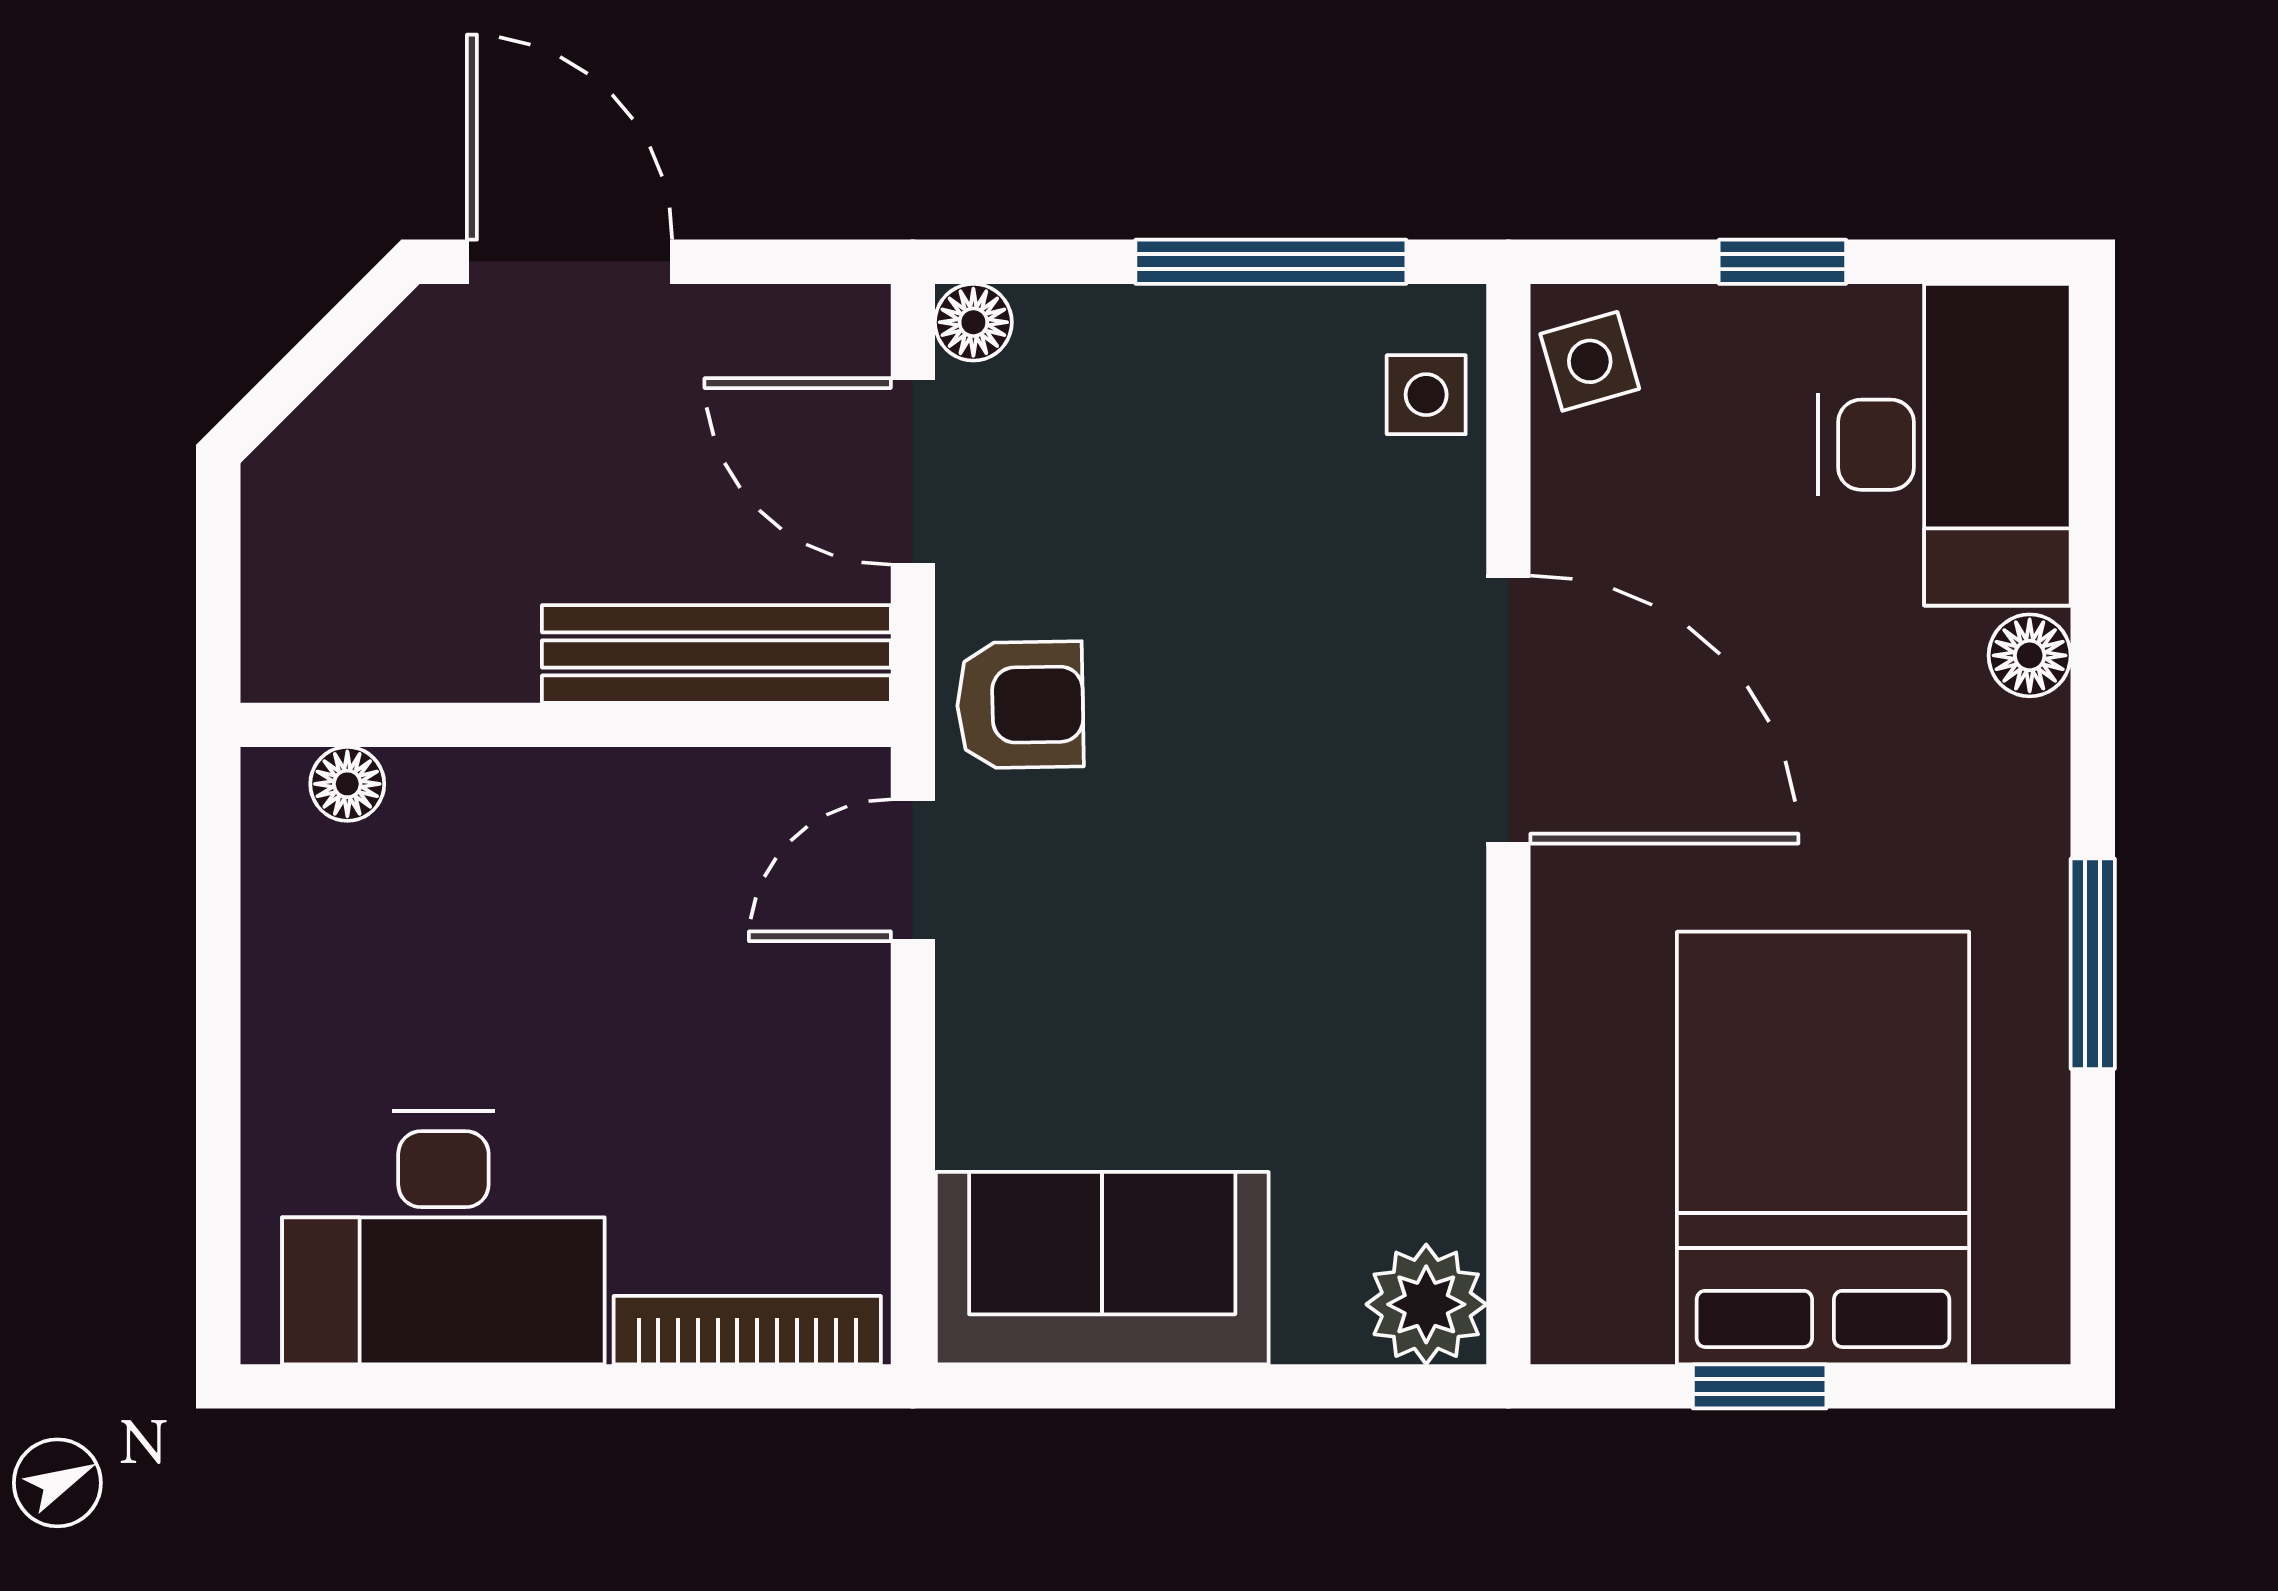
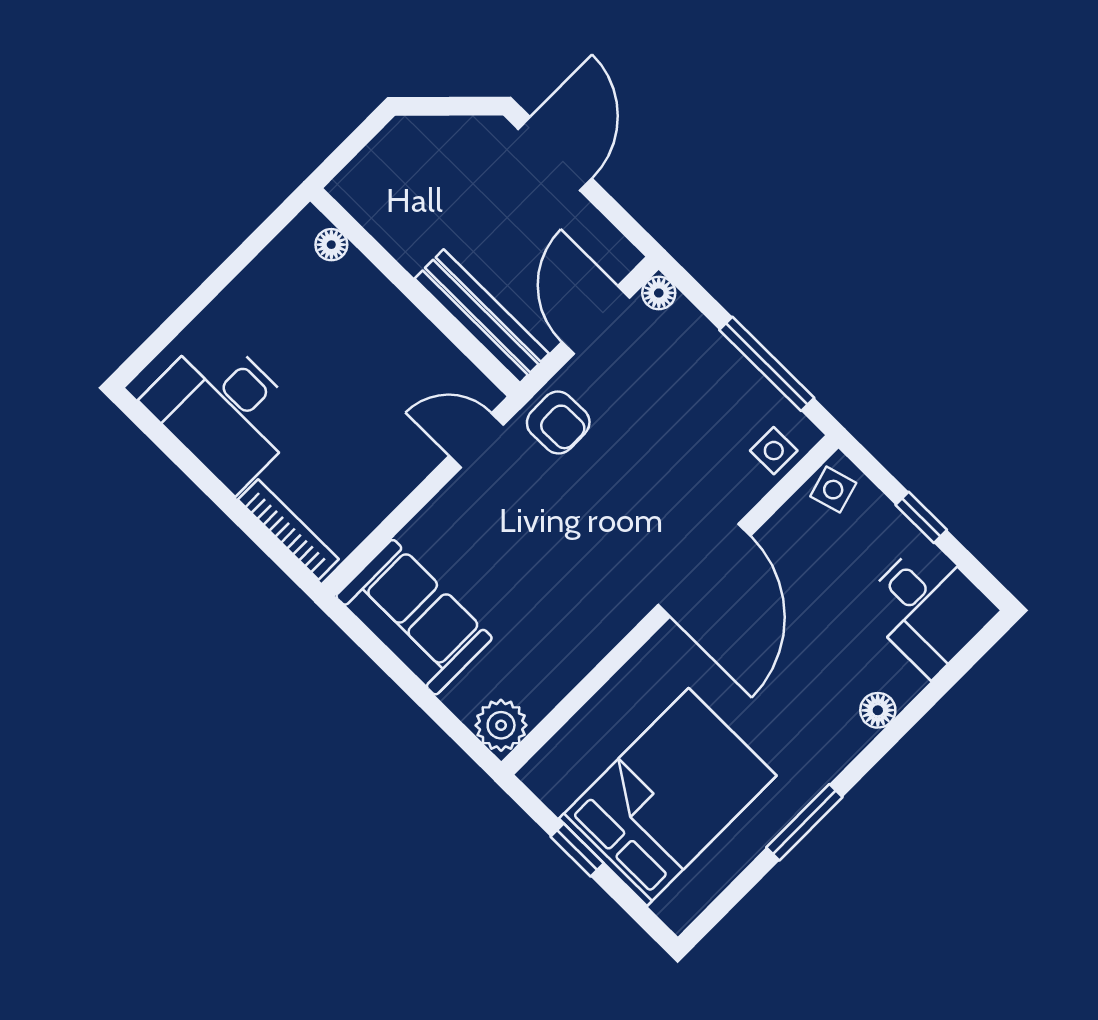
desk: (1944, 445) -> (928, 608), width x0.73

